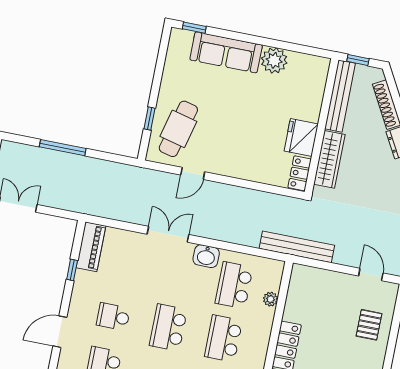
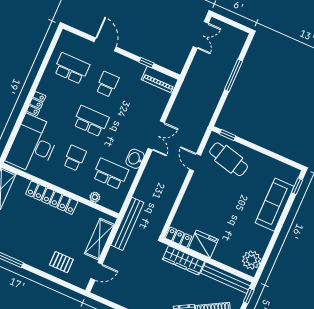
plant: (274, 60) -> (251, 260), moved
window: (149, 118) -> (228, 135), moved
shelving: (326, 280) -> (99, 239), added
school desk: (223, 338) -> (75, 158), width x0.54

